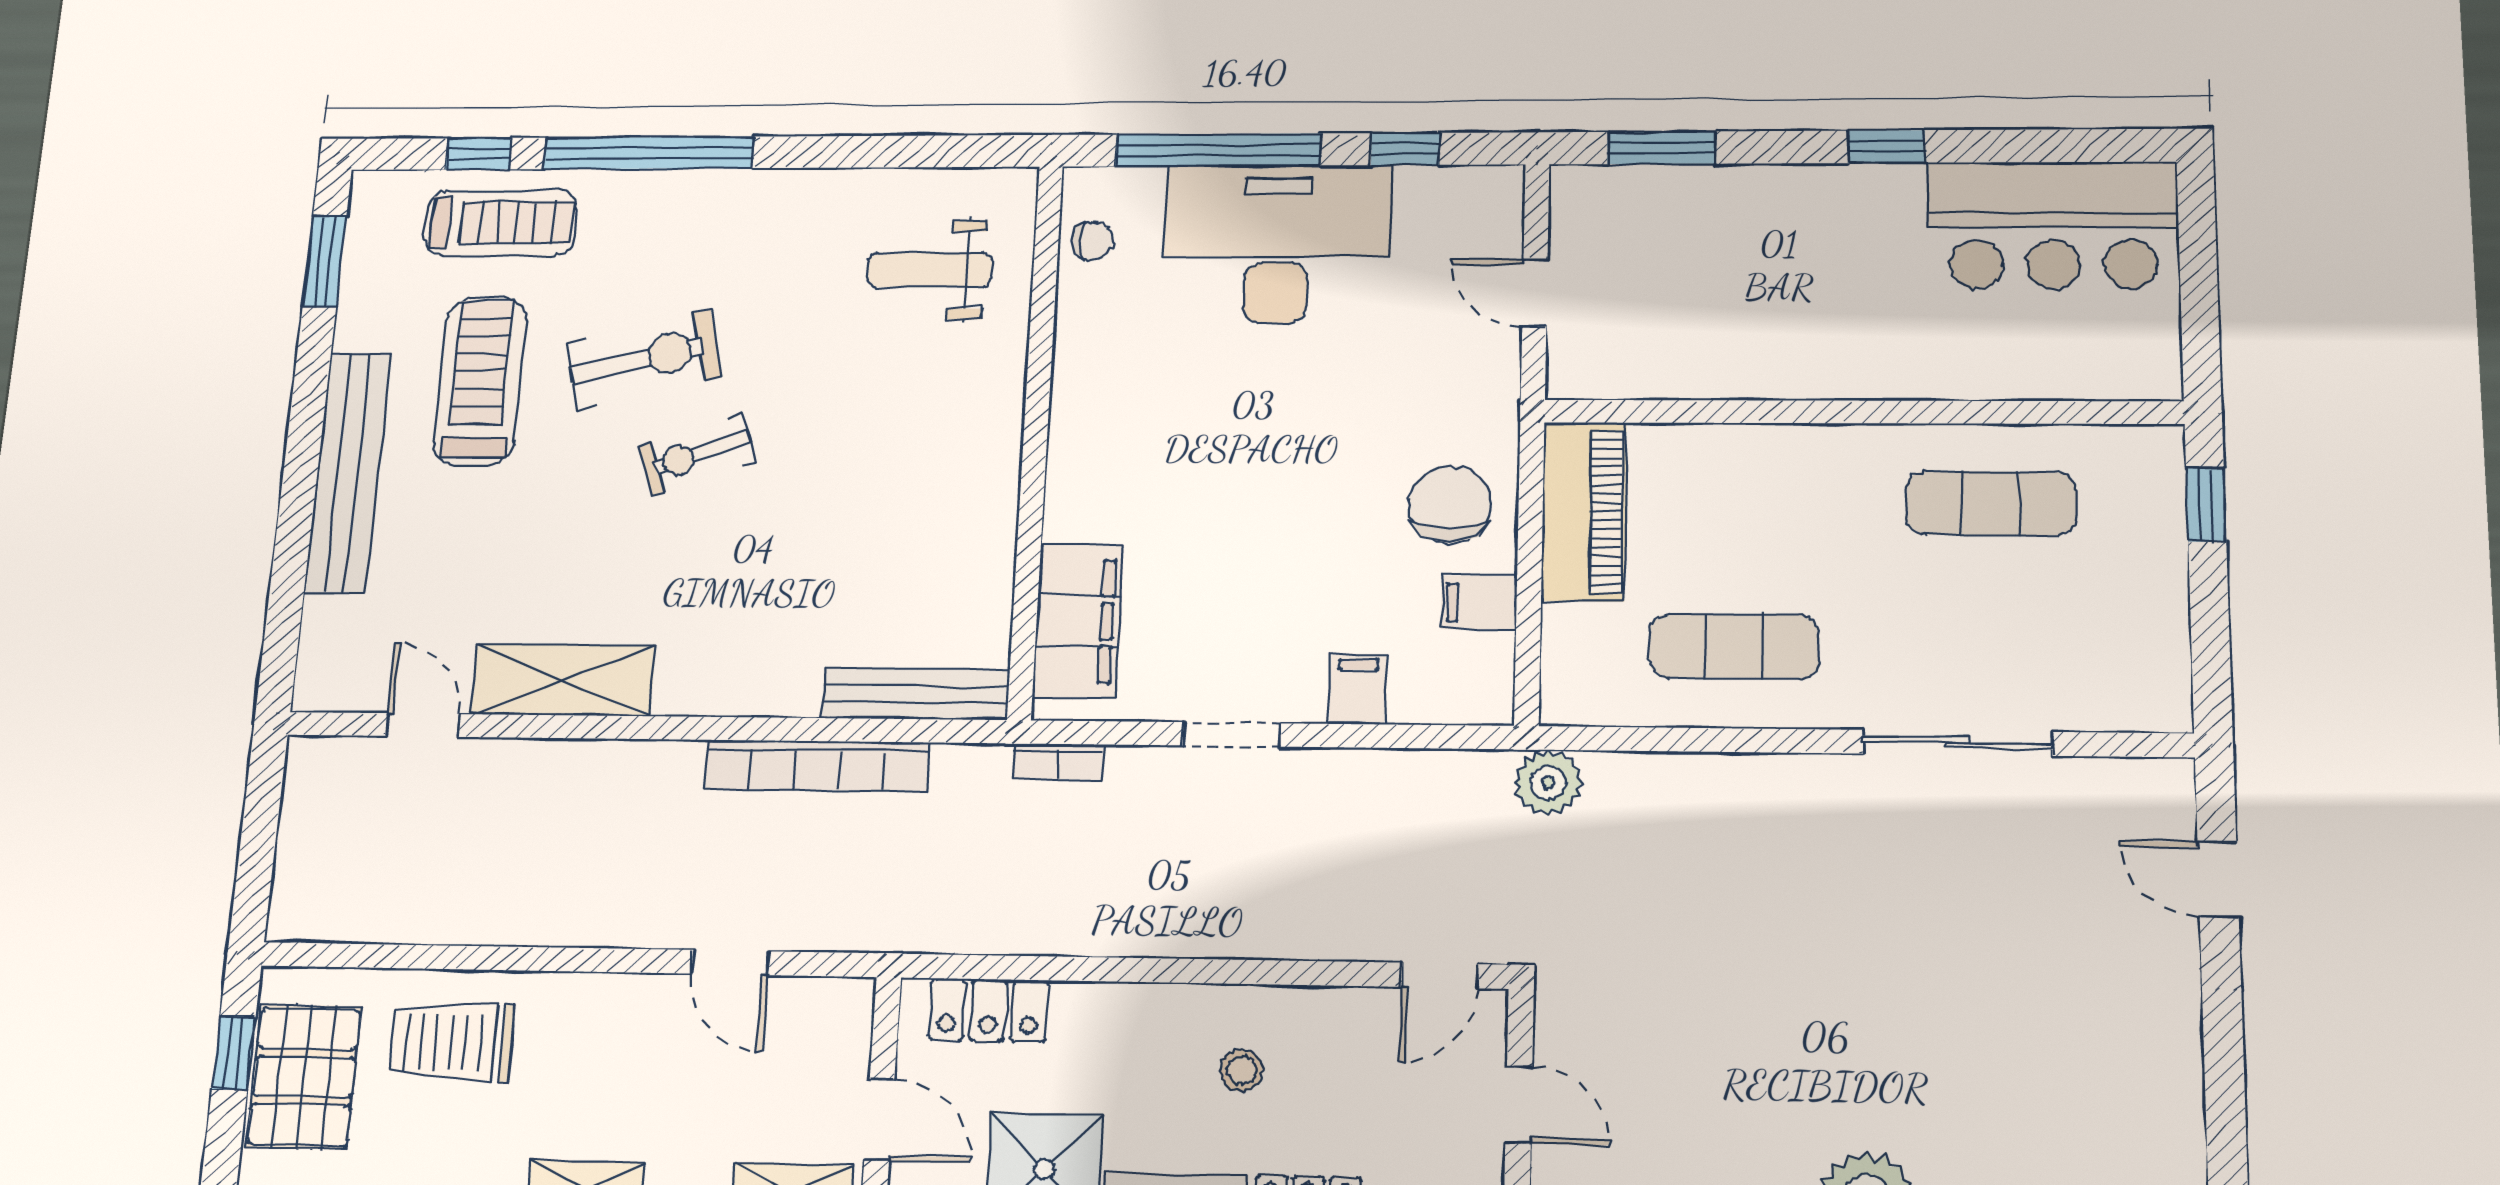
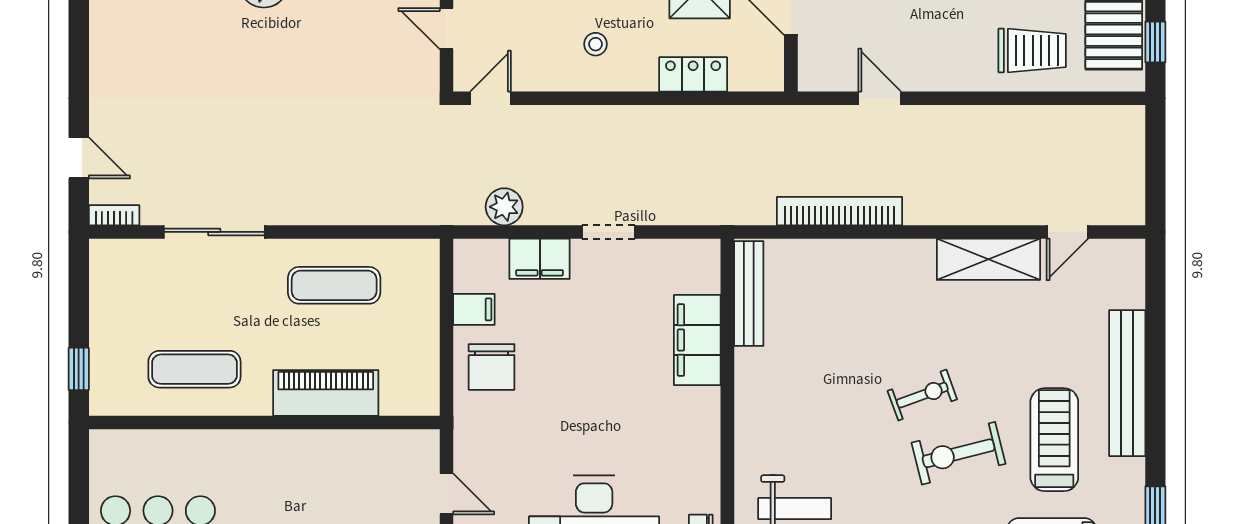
treadmill: (480, 381) -> (1054, 440), turned 180
piano: (1584, 511) -> (326, 393), moved, turned 90
filing cabinet: (1078, 621) -> (697, 340), moved
filing cabinet: (1358, 689) -> (540, 259), width x2.00
bench: (916, 694) -> (749, 294), moved, turned 90
door: (423, 725) -> (1067, 232), hinge flipped
bookcase: (1058, 762) -> (114, 215), moved
plant: (1548, 782) -> (504, 207), moved
locker: (988, 1010) -> (693, 74), moved

